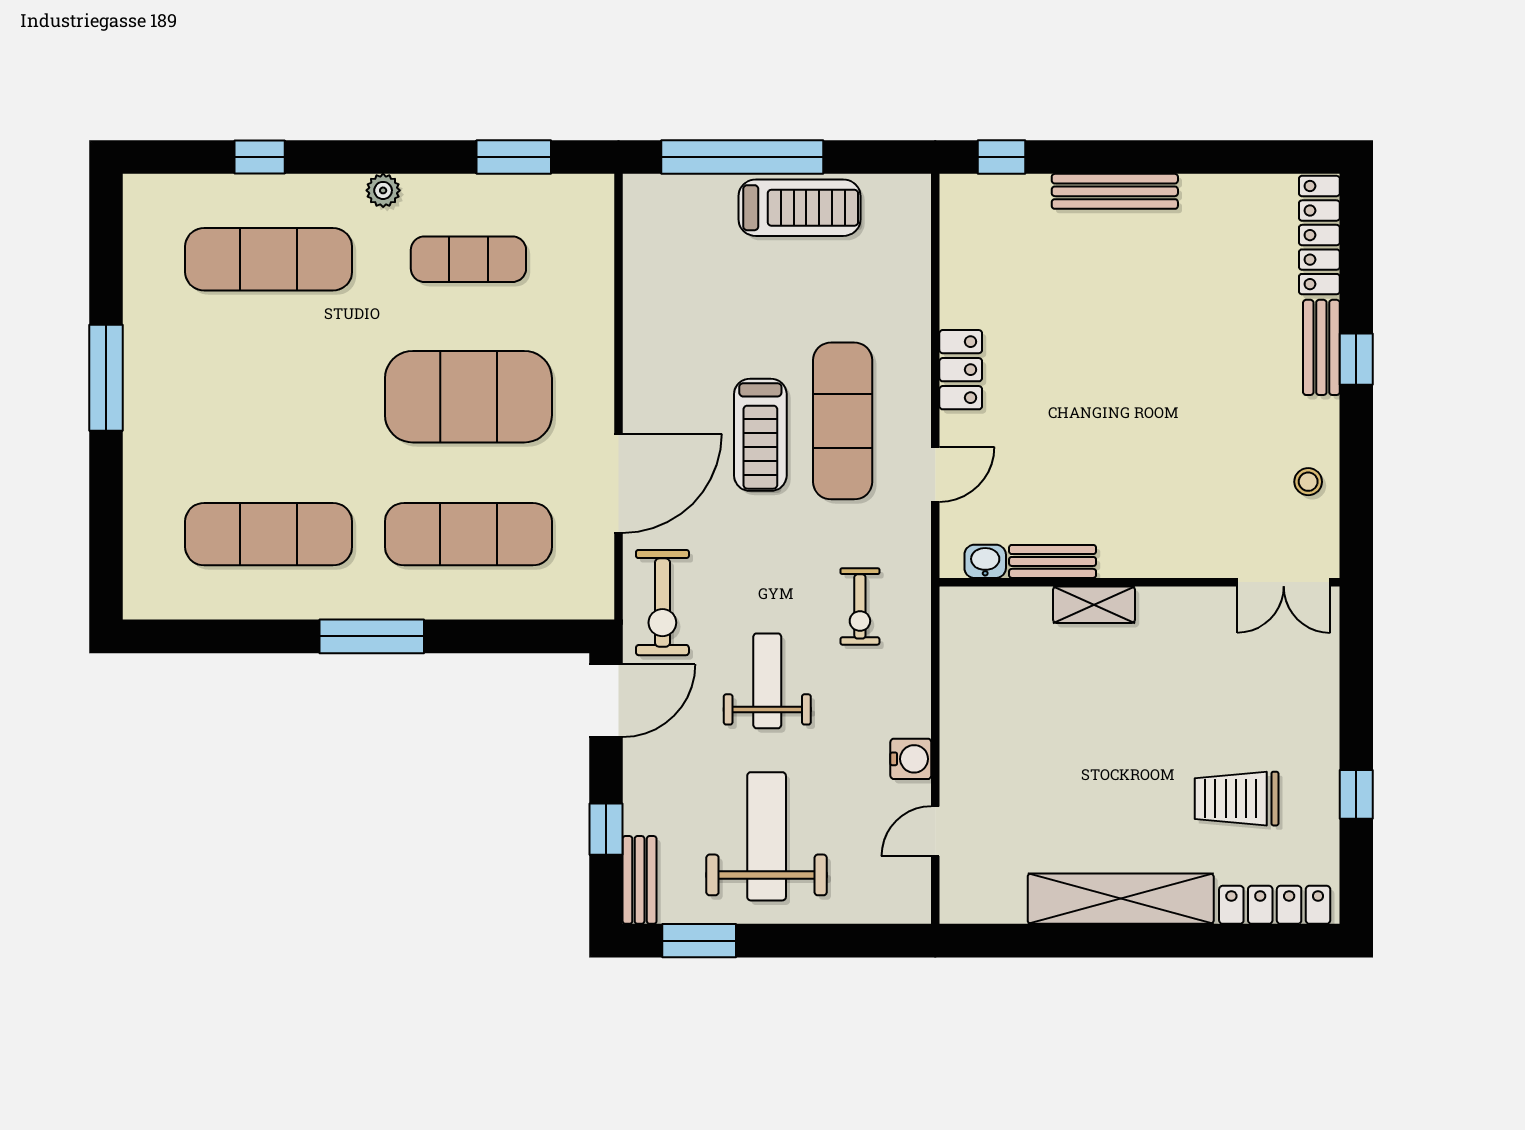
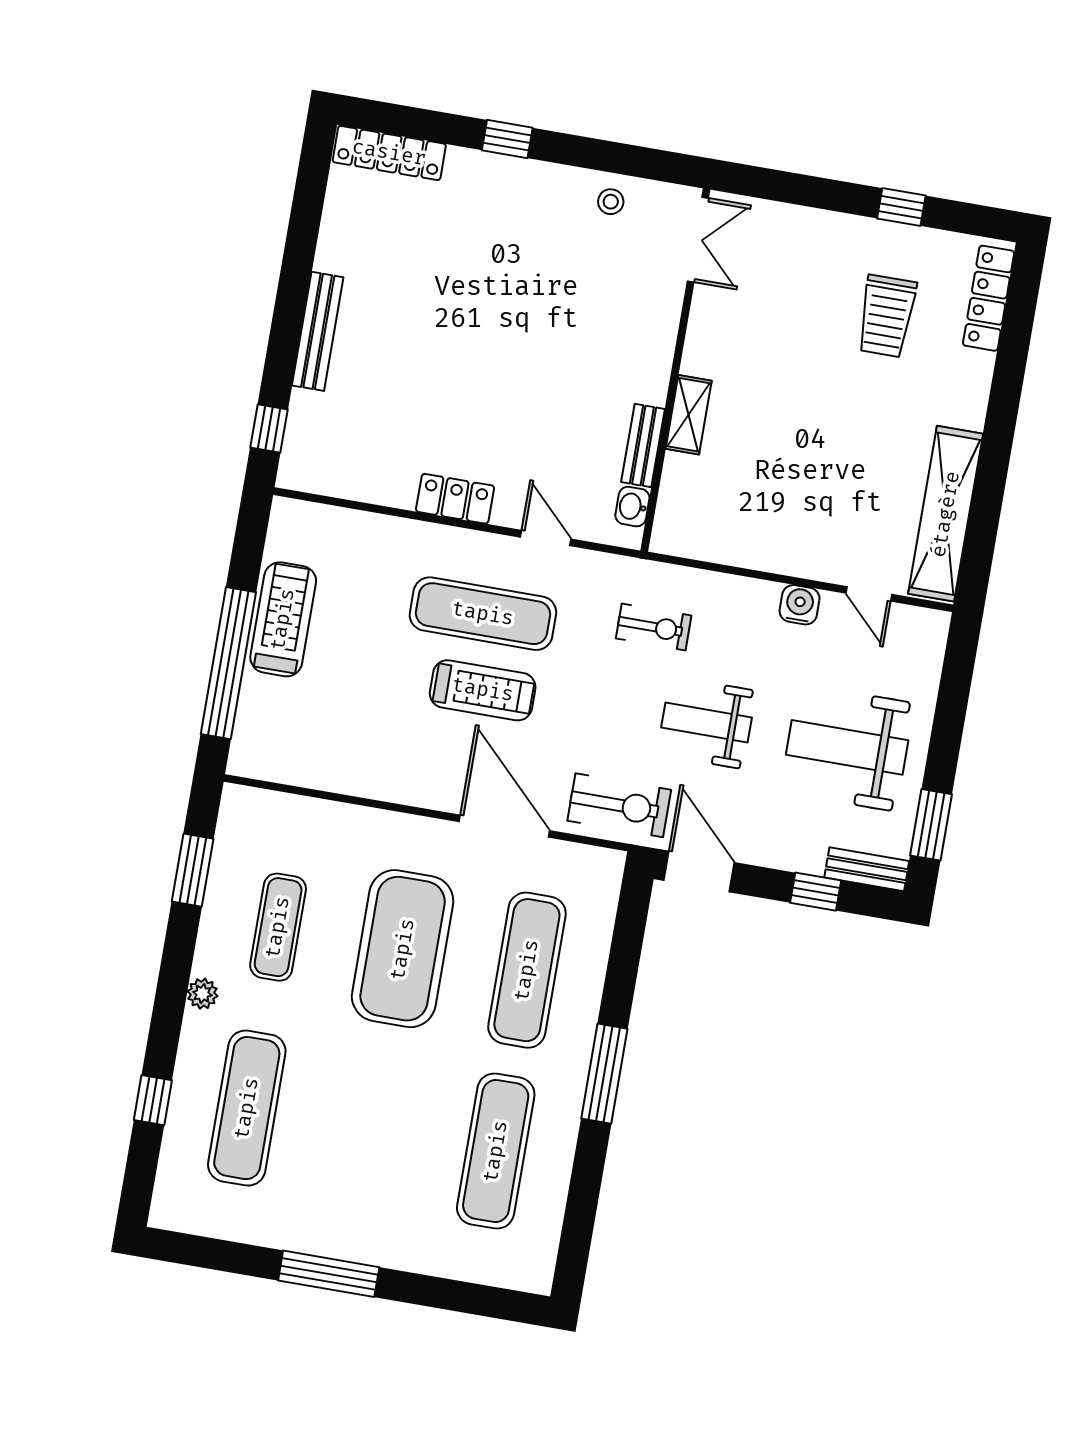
bench: (1321, 347) -> (491, 169), removed
shelving: (1121, 899) -> (946, 514), moved

